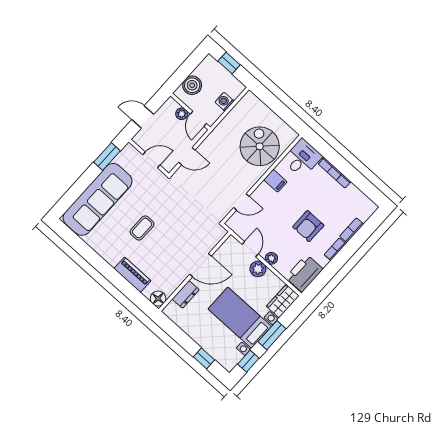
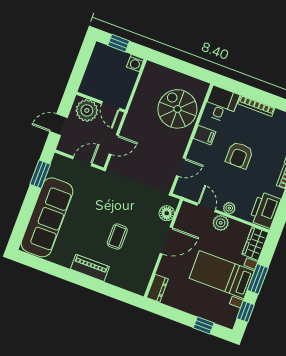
boiler: (192, 85) -> (93, 77), removed
washing machine: (225, 102) -> (135, 63), moved, turned -90
plant: (182, 114) -> (87, 110), width x1.87, depth x1.87
armchair: (308, 226) -> (239, 155), moved
coffee table: (142, 228) -> (117, 237), moved
piano: (132, 275) -> (90, 268), moved
dresser: (186, 294) -> (157, 288), moved
floor lamp: (158, 298) -> (167, 213), moved

